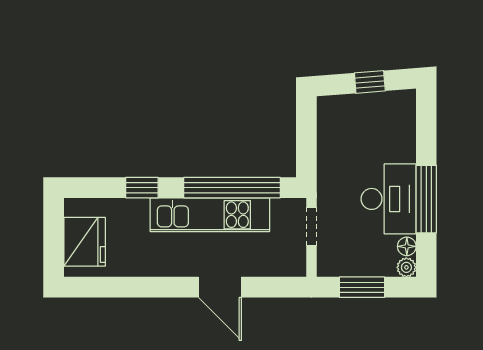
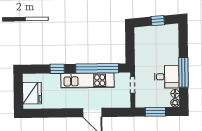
desk: (389, 199) -> (167, 77), width x0.73

